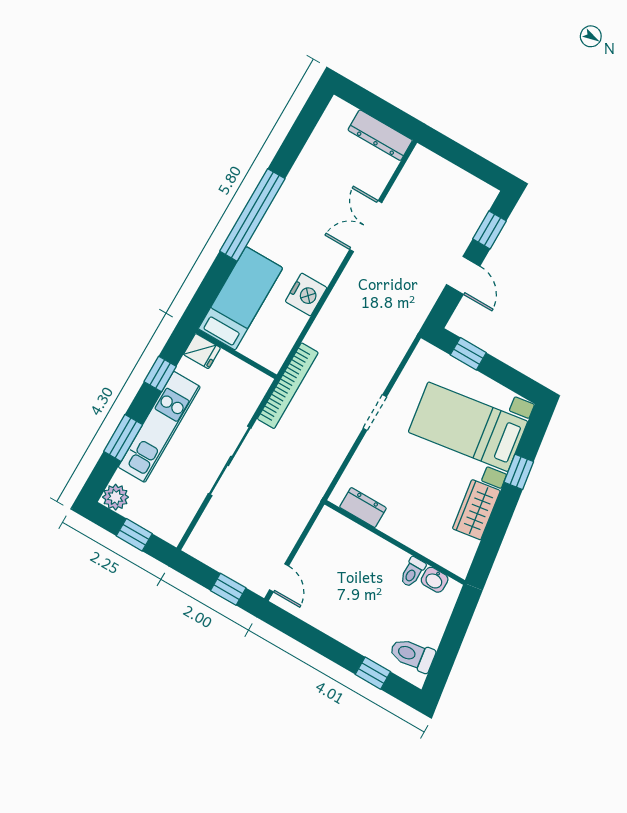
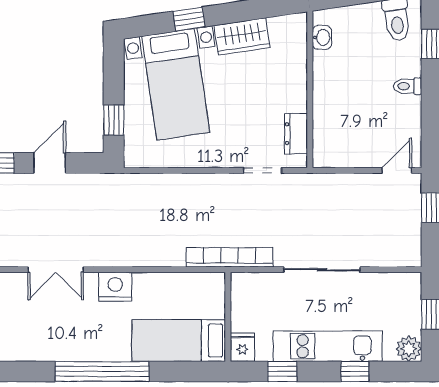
nightstand: (306, 294) -> (115, 287), moved
doorway: (375, 413) -> (263, 170), moved
window: (123, 438) -> (355, 371), width x0.67
toilet: (412, 572) -> (408, 86), moved, turned 180

